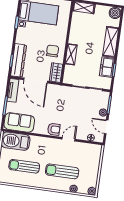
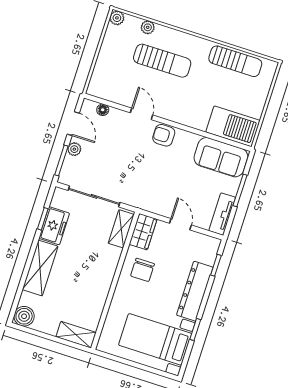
shelving: (71, 54) -> (121, 229), moved
dresser: (19, 60) -> (195, 291), moved
door: (36, 81) -> (180, 224), width x0.53
door: (69, 139) -> (142, 114), swing flipped
sun lounger: (24, 166) -> (235, 61), moved

